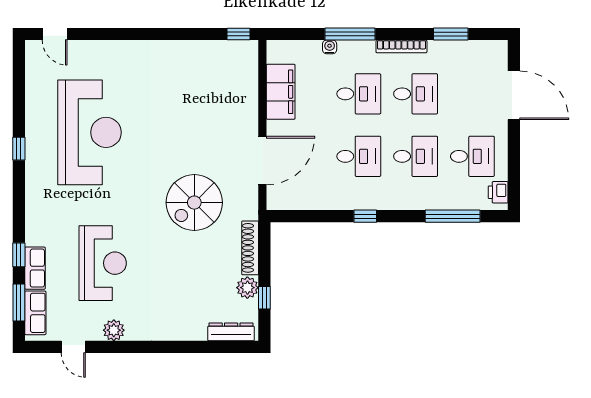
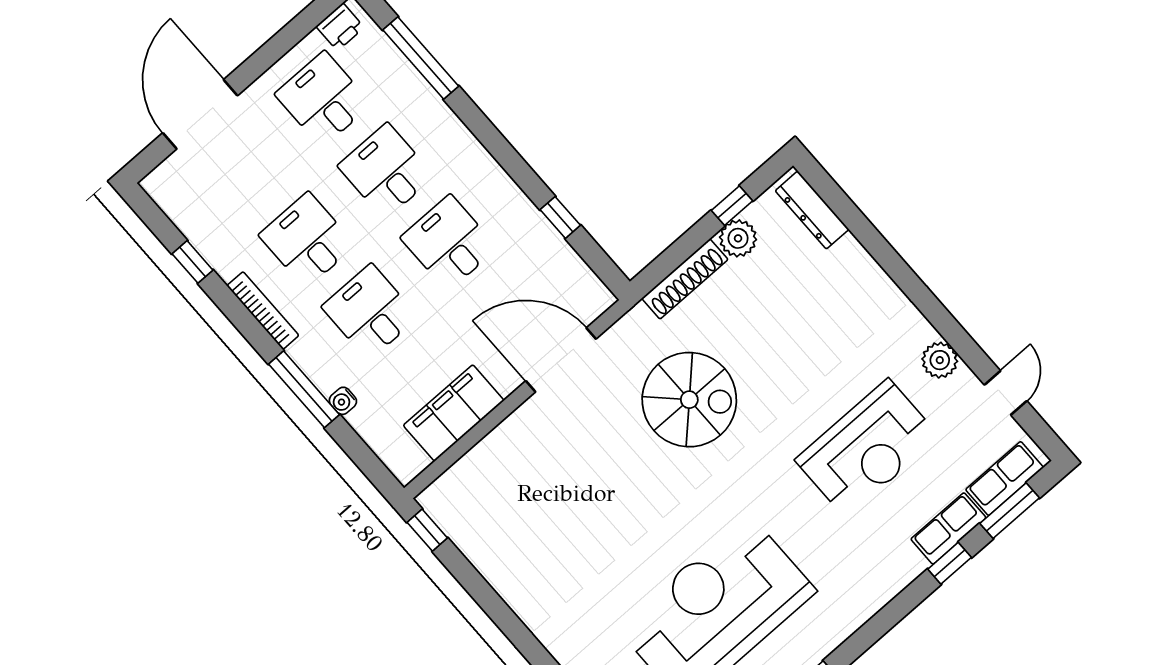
window: (451, 34) -> (193, 262), width x0.67
window: (365, 216) -> (560, 217), moved
reception desk: (103, 263) -> (867, 448), turned 180

